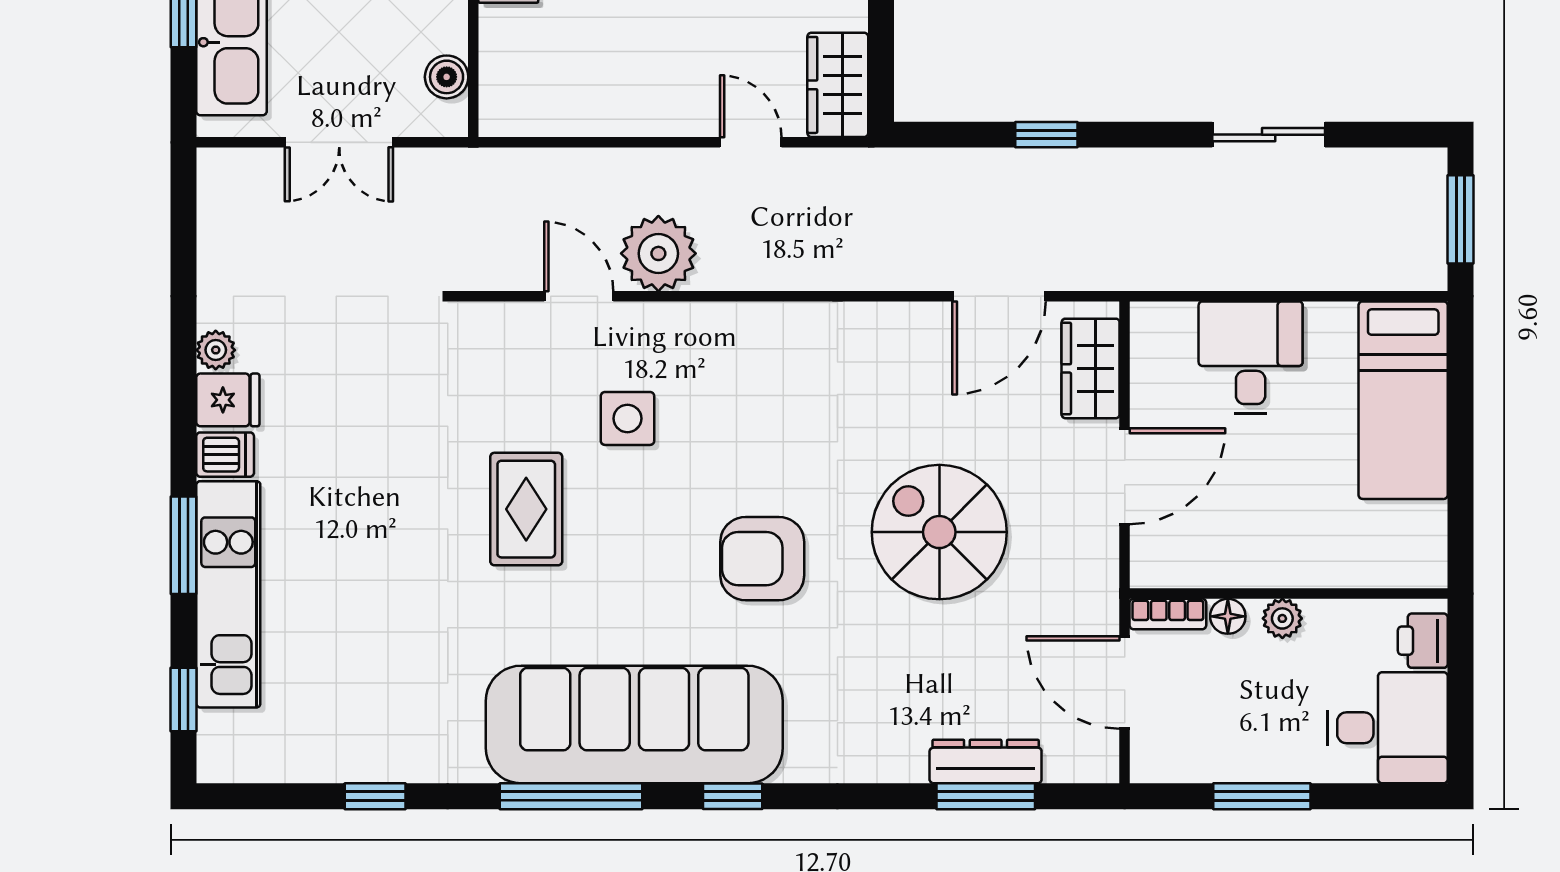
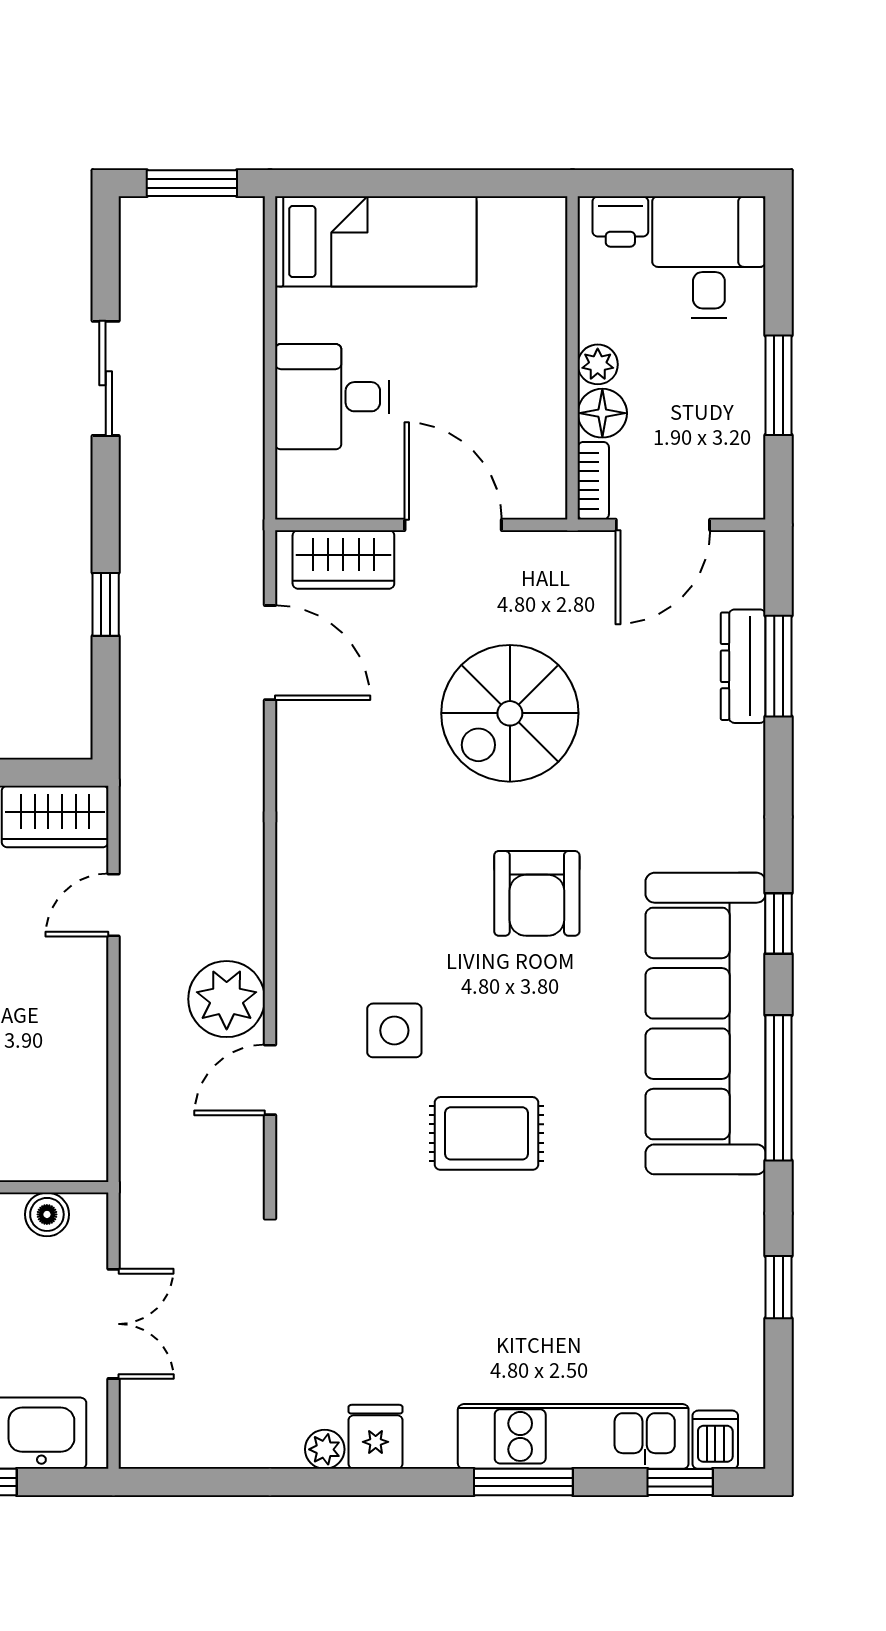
dishwasher: (225, 455) -> (715, 1440), moved
floor lamp: (1228, 616) -> (602, 413), width x1.37, depth x1.37

